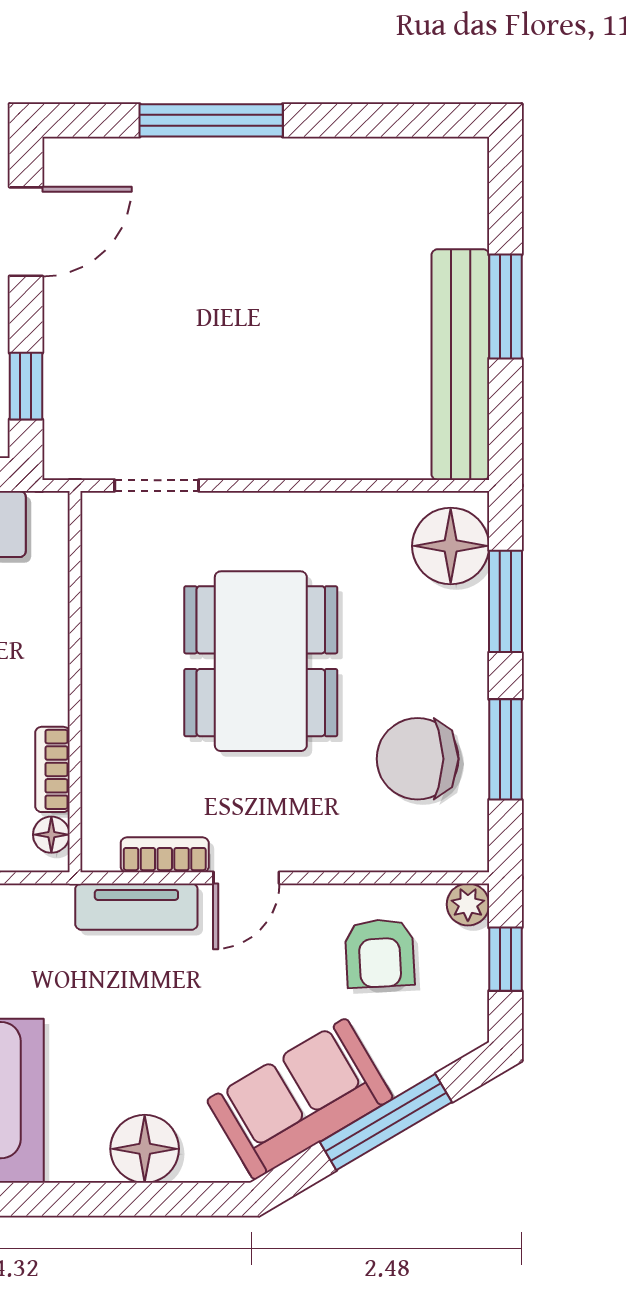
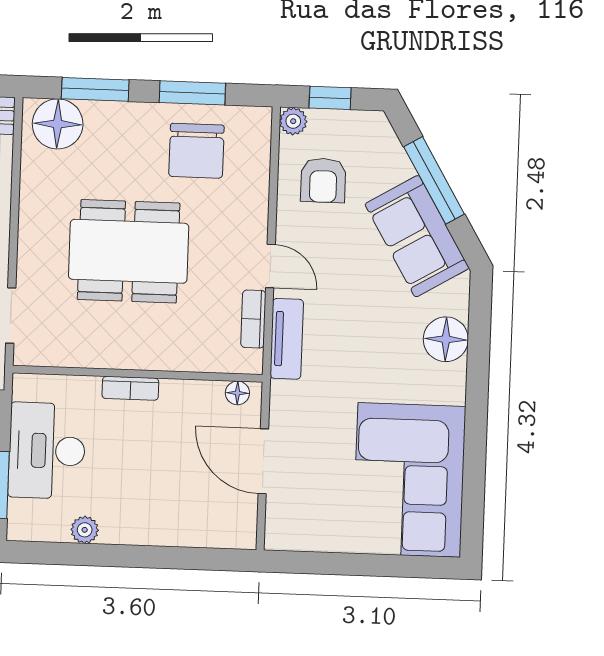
bookcase: (52, 769) -> (130, 388), moved
armchair: (380, 953) -> (323, 180), turned 93

